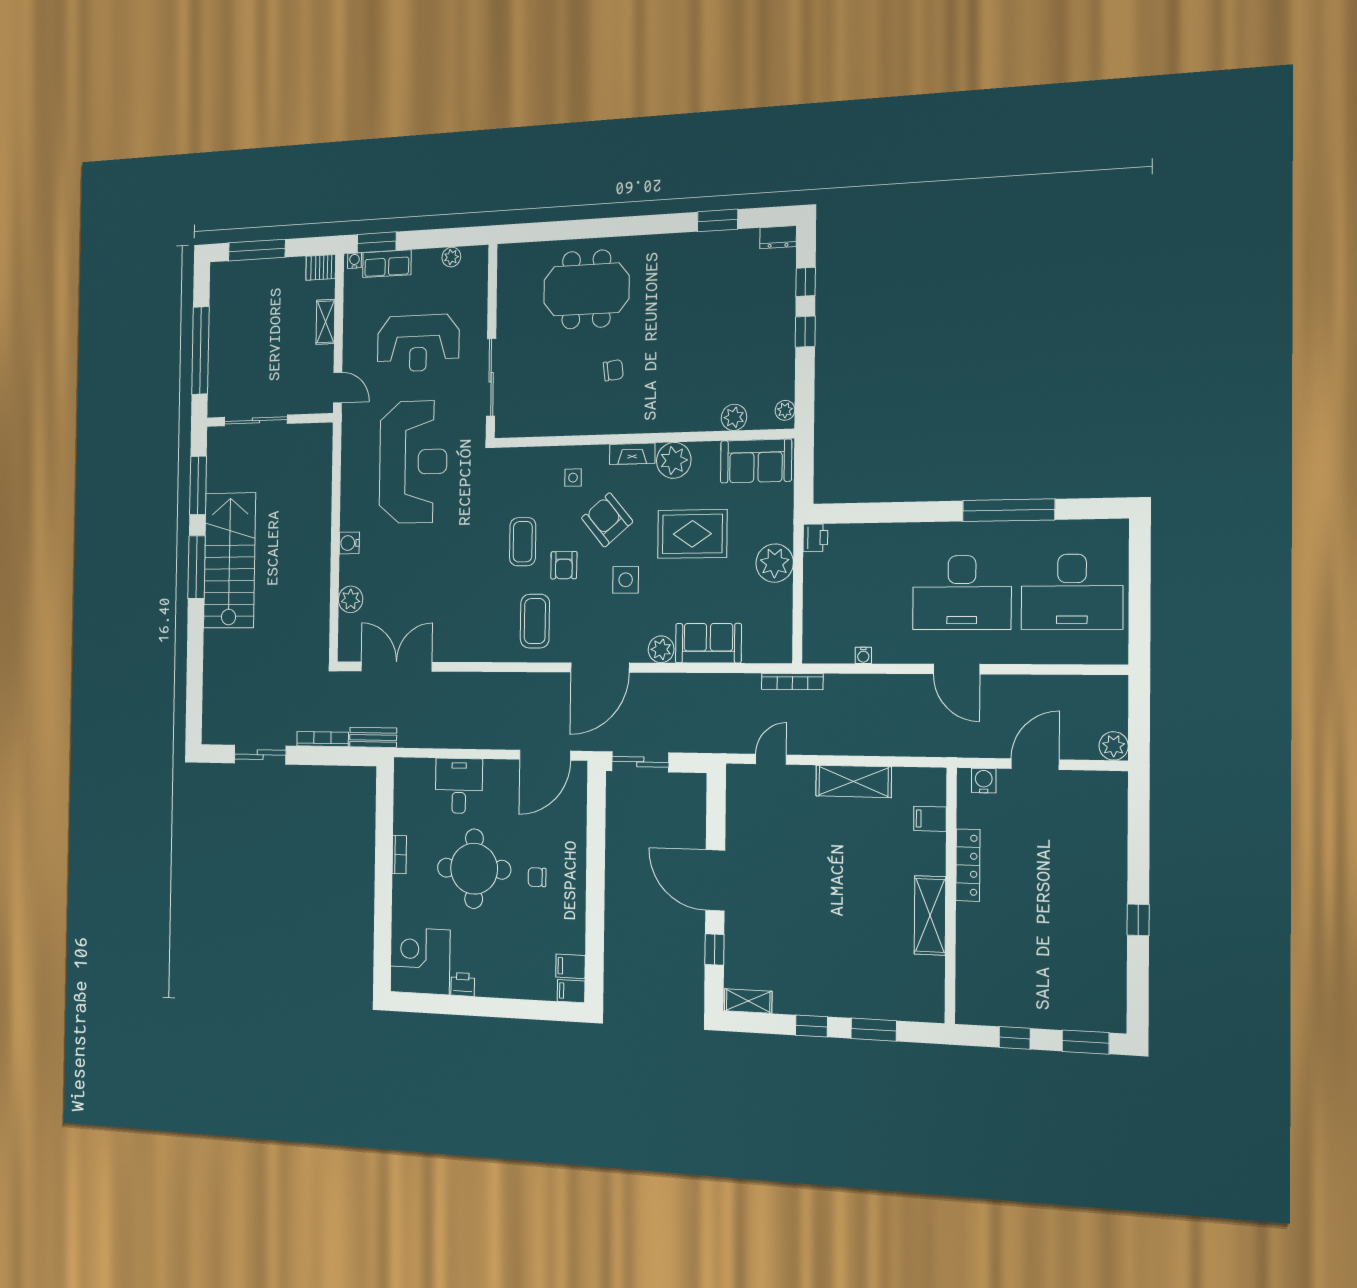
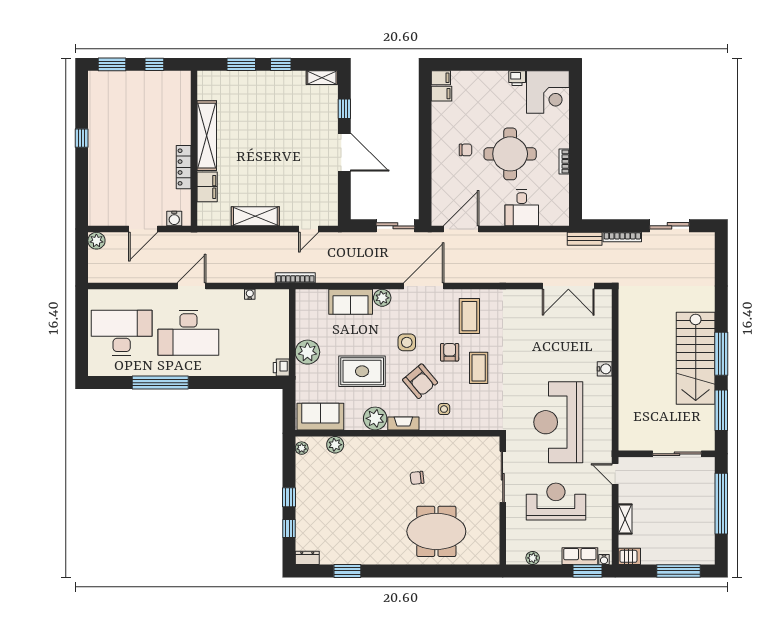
desk: (962, 593) -> (188, 333), turned 180
plant: (351, 599) -> (603, 331), removed
door: (956, 669) -> (191, 286), hinge flipped
filing cabinet: (930, 819) -> (207, 187), width x2.00
shelving: (930, 915) -> (207, 136), width x1.47

